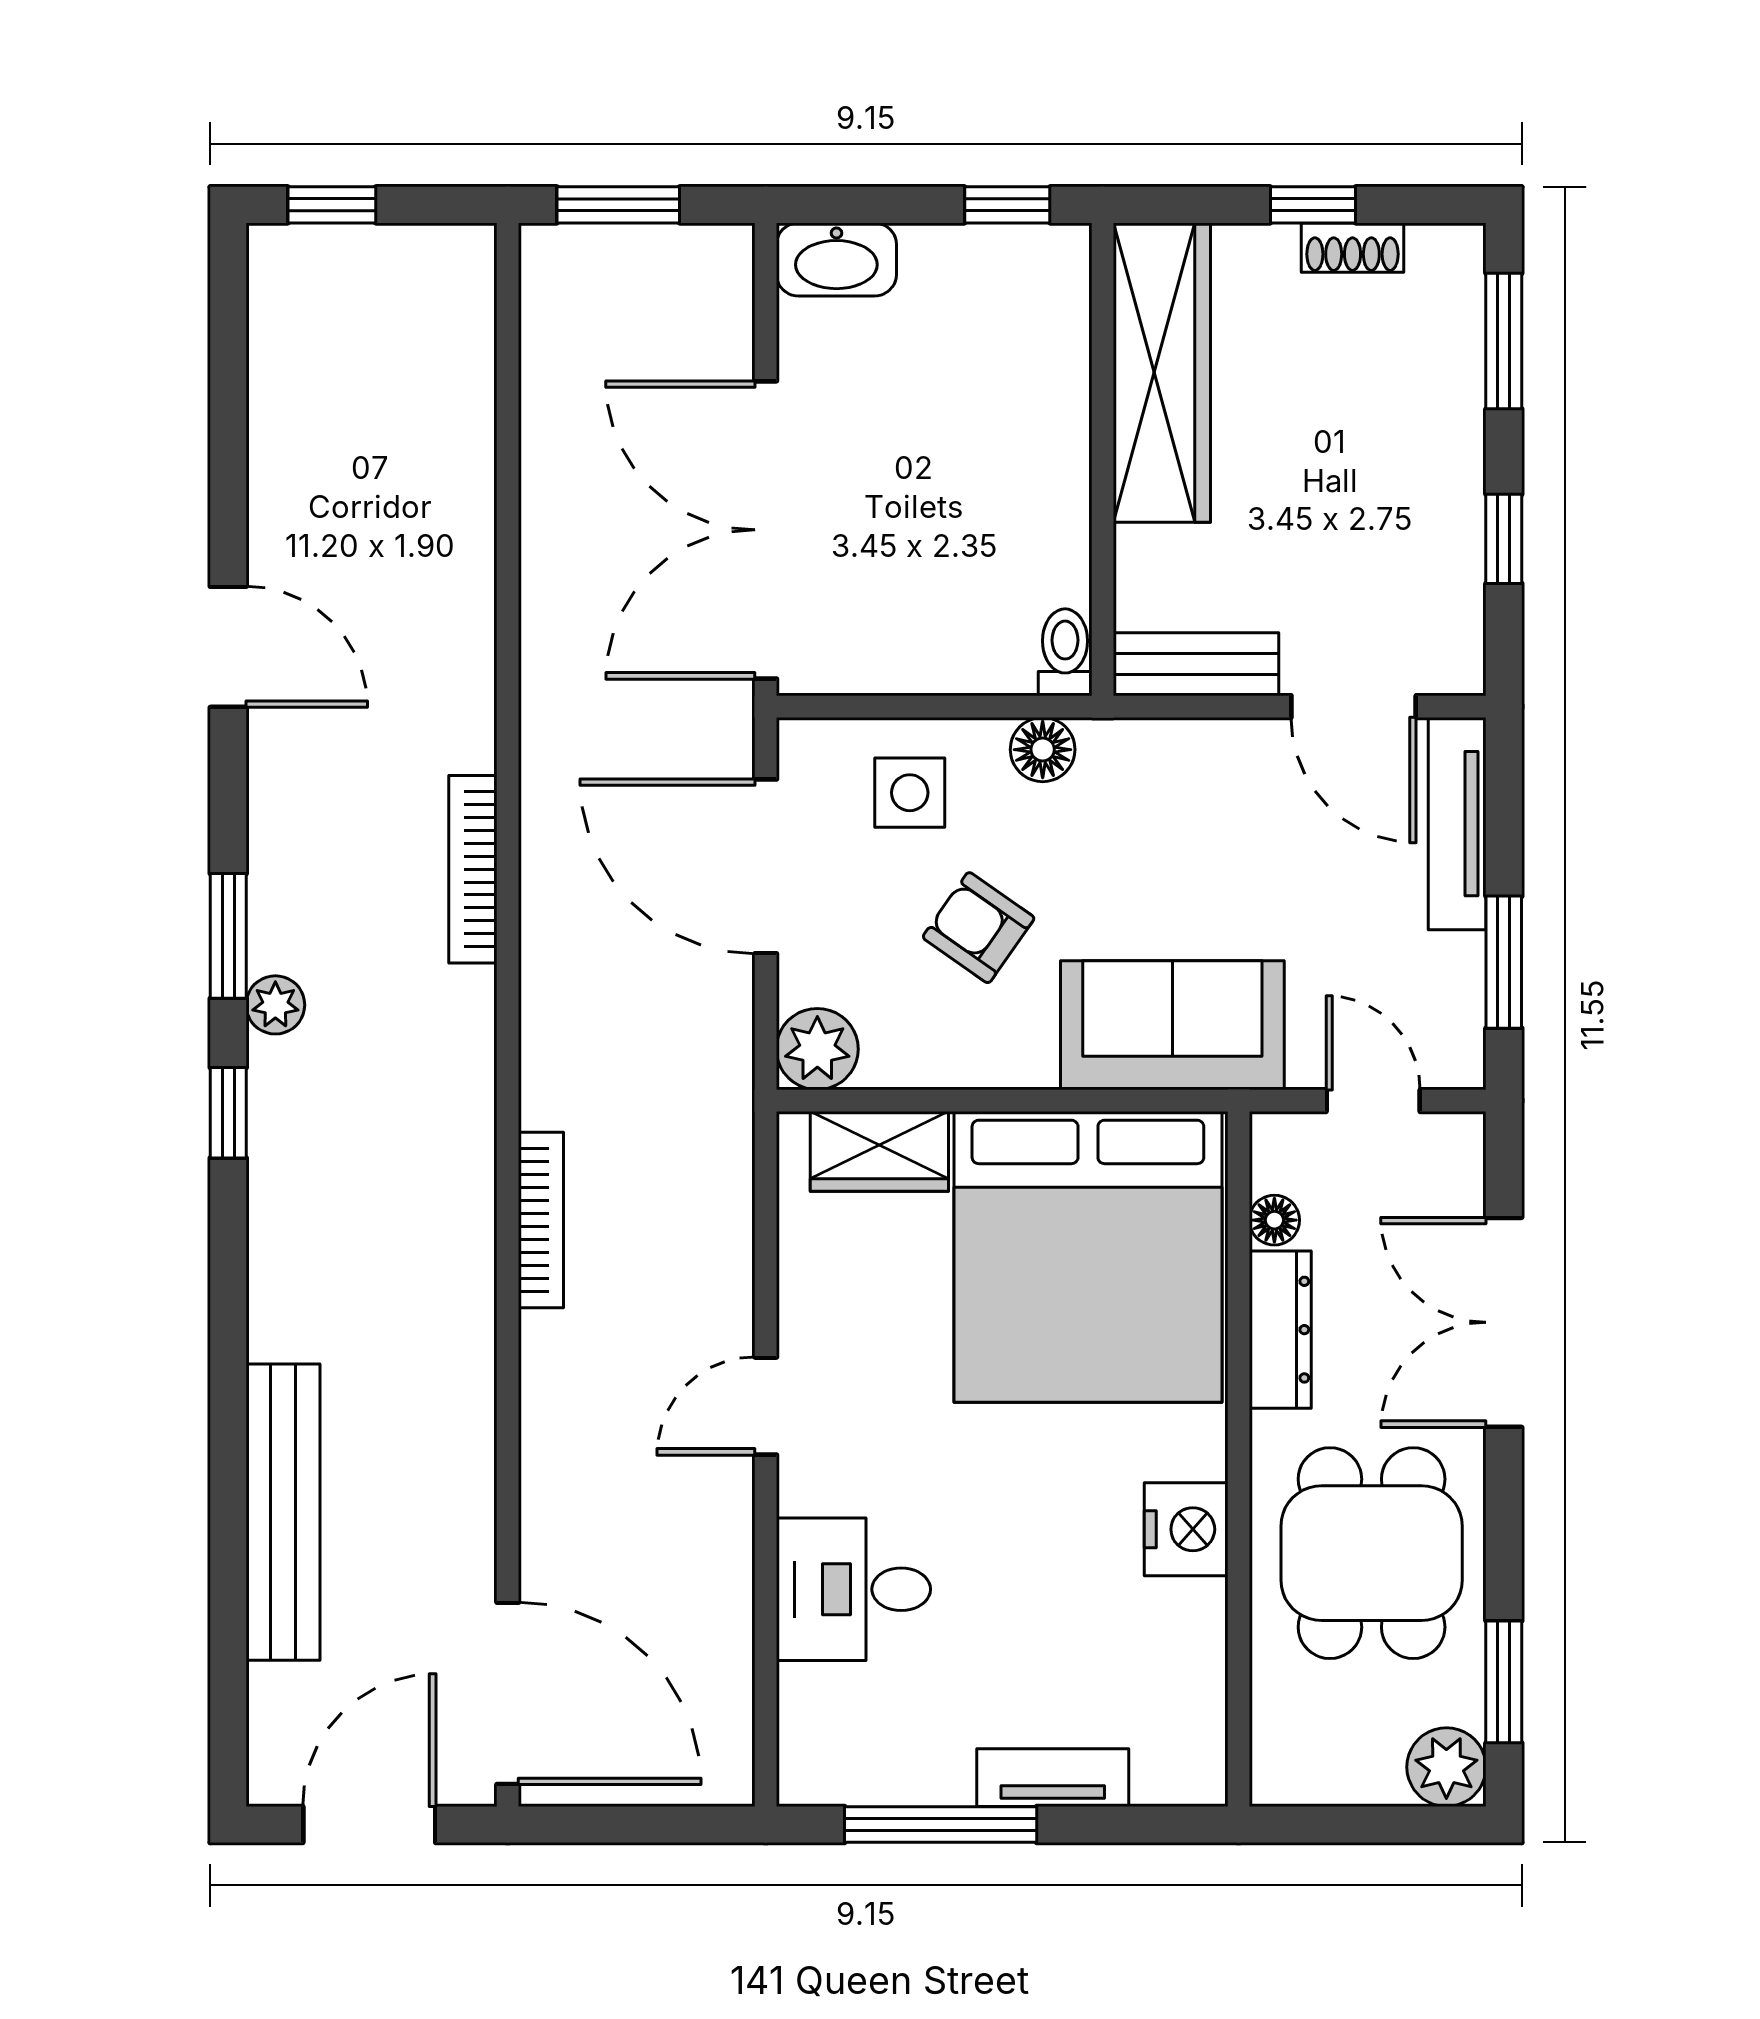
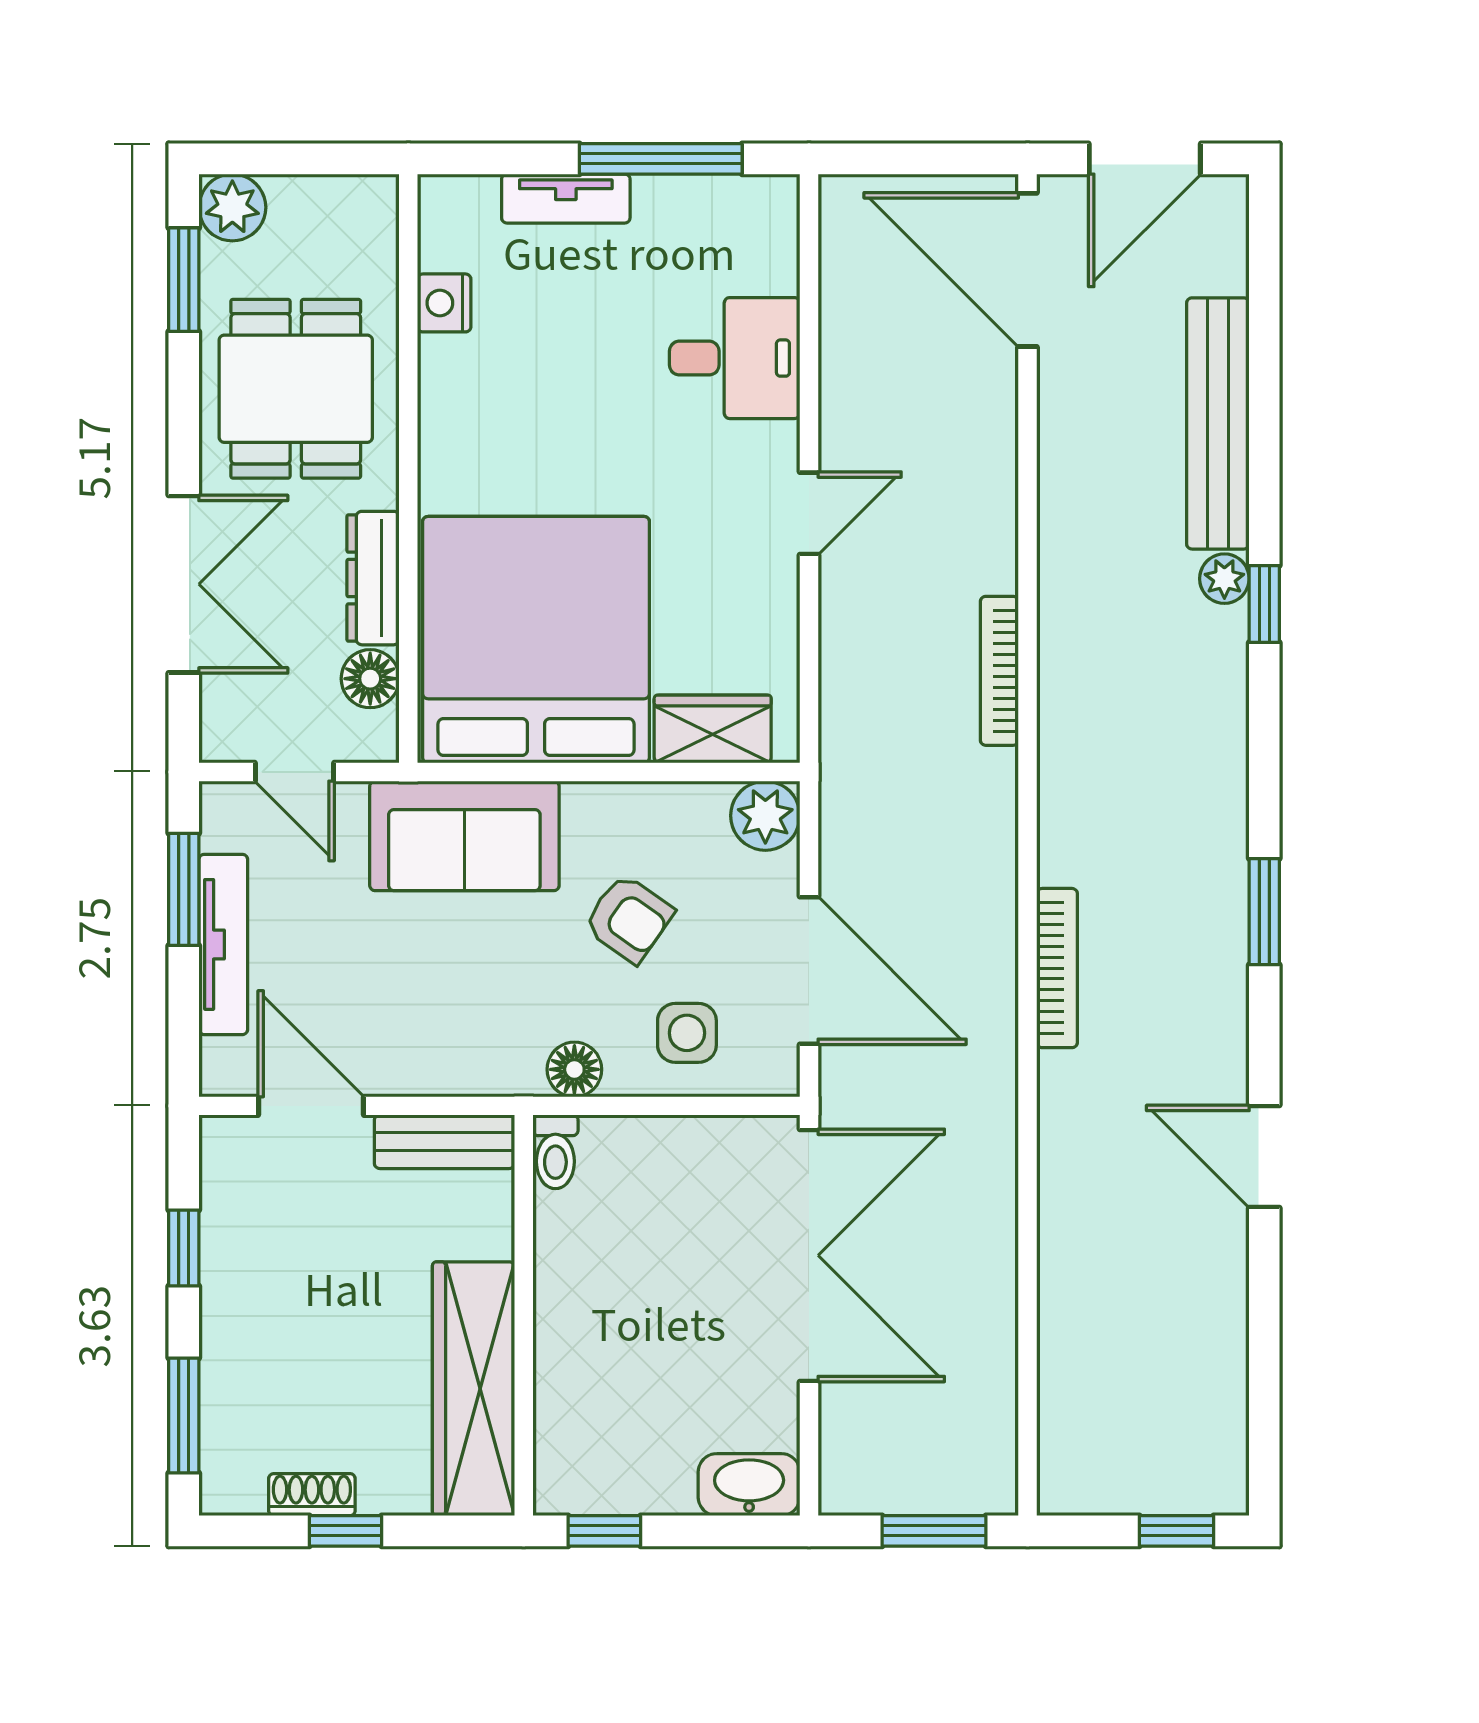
tv unit: (1457, 824) -> (223, 944), moved
plant: (275, 1005) -> (1224, 579), moved
window: (228, 1113) -> (1264, 604), moved
floor lamp: (1274, 1220) -> (370, 679), width x1.37, depth x1.37
nightstand: (1186, 1529) -> (444, 303), moved, width x0.74, depth x0.75

